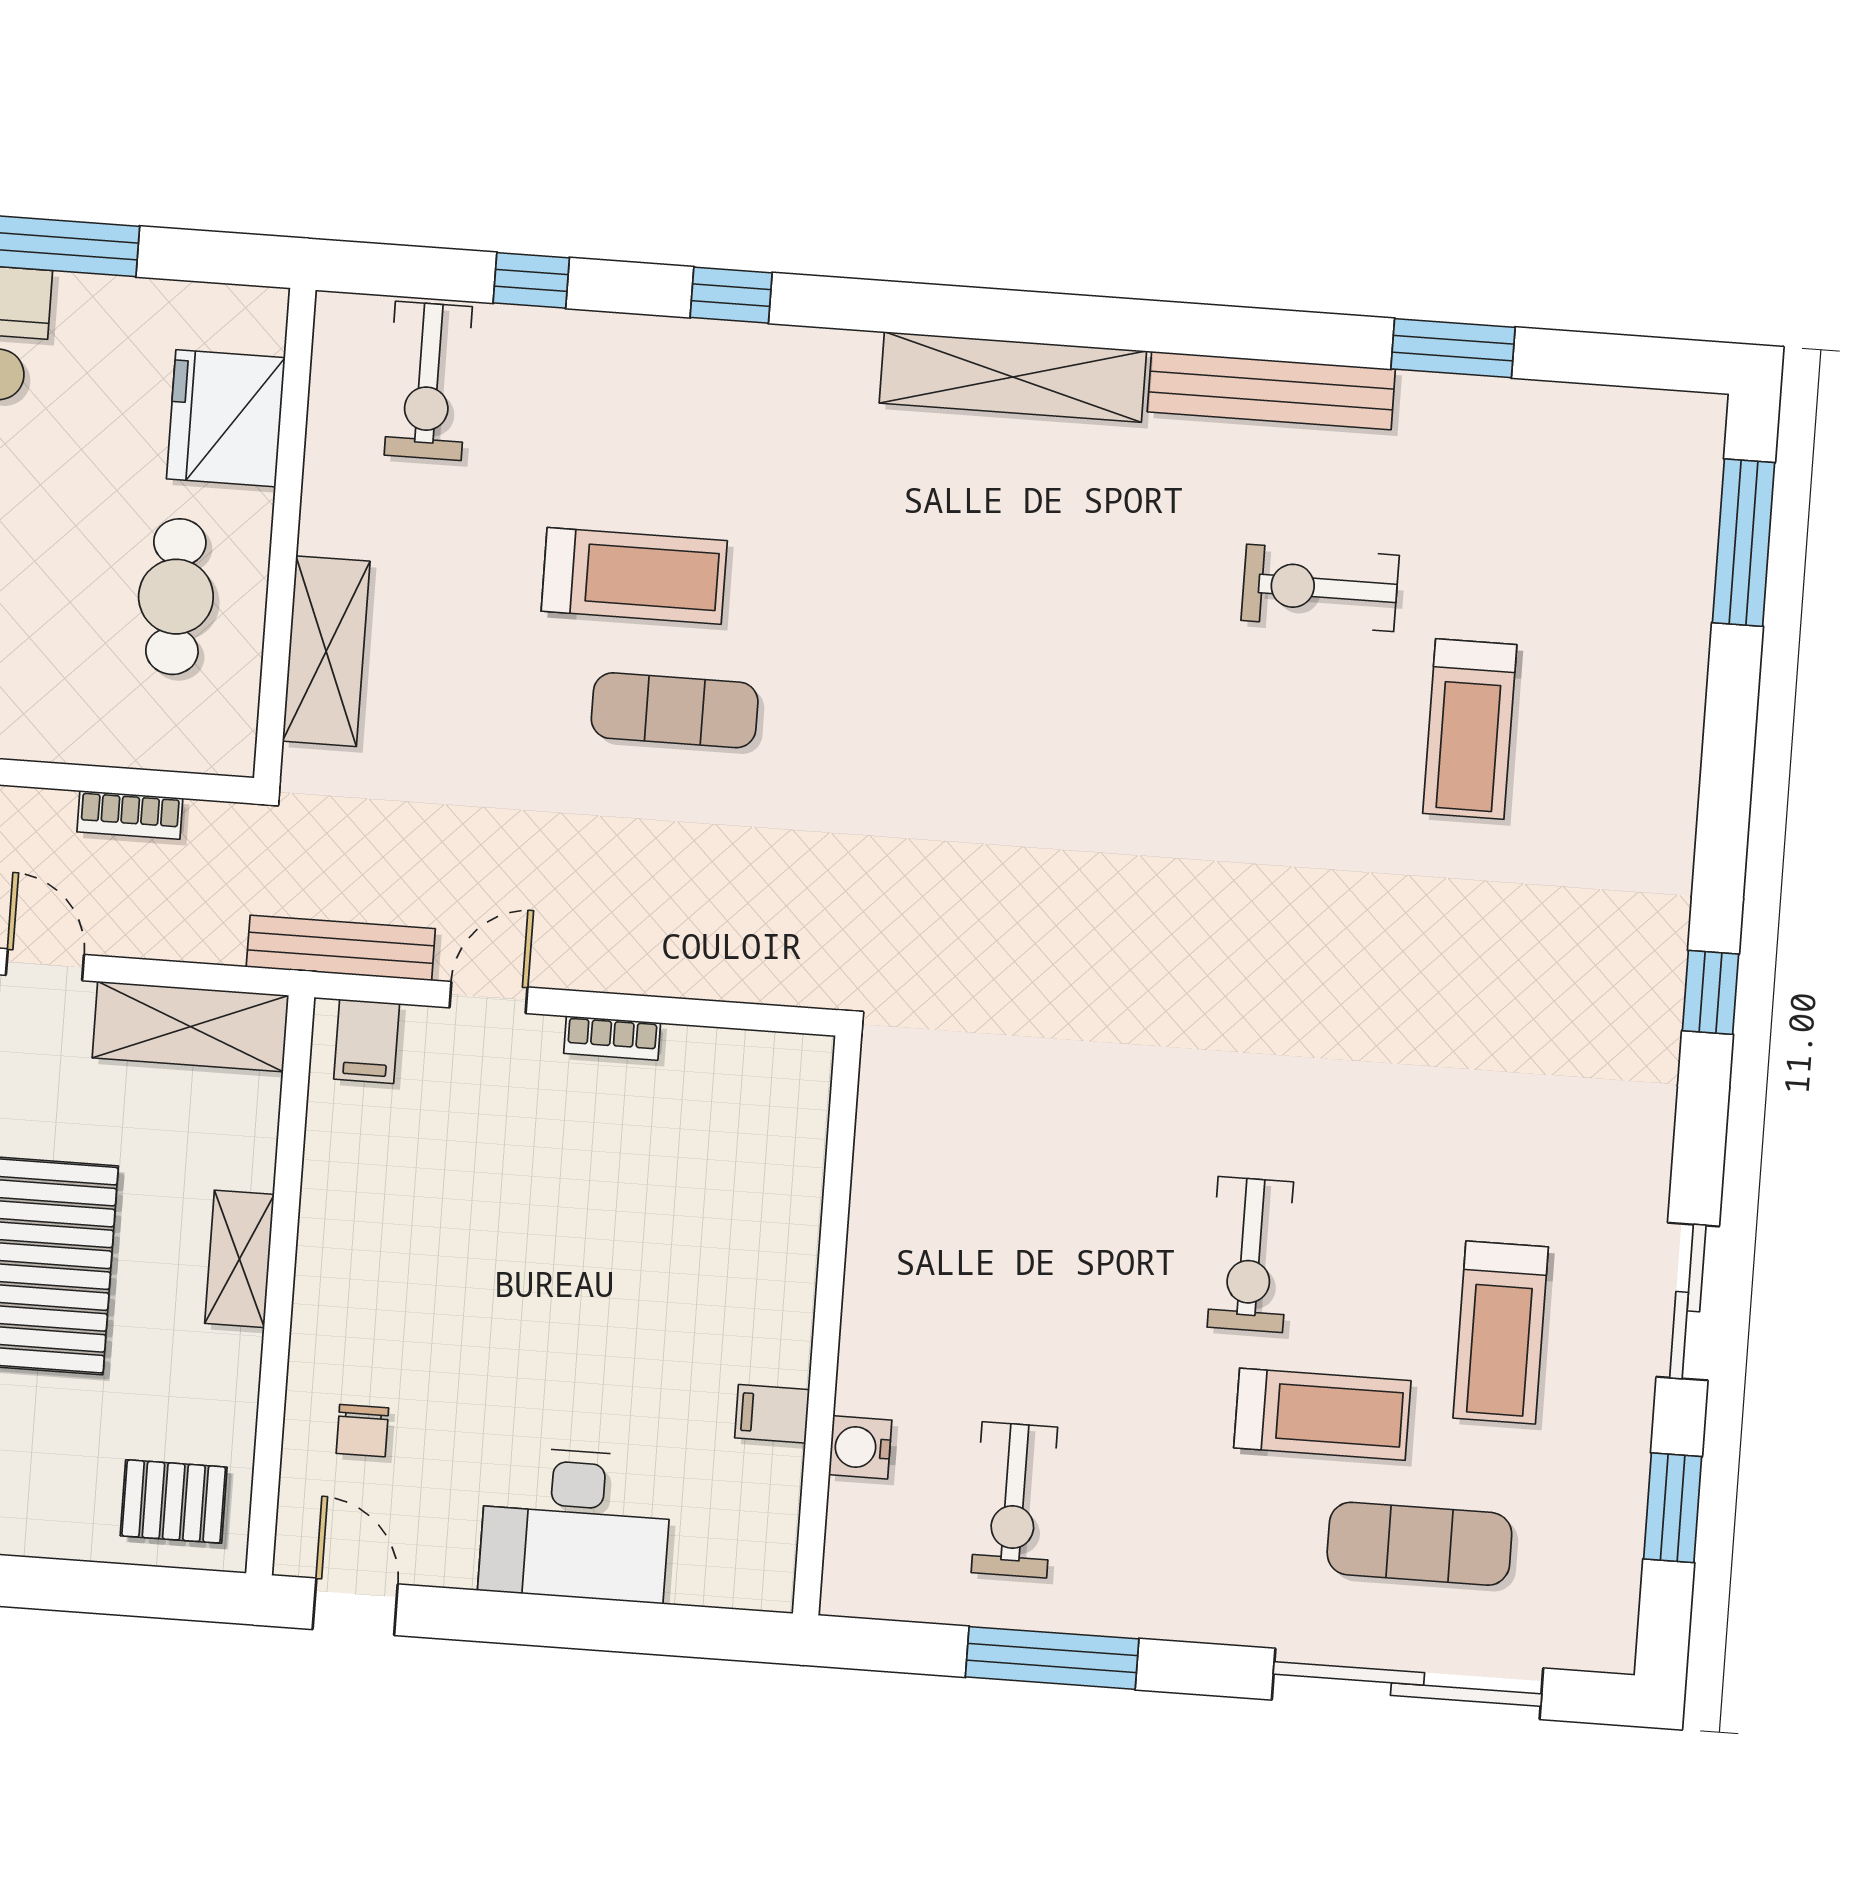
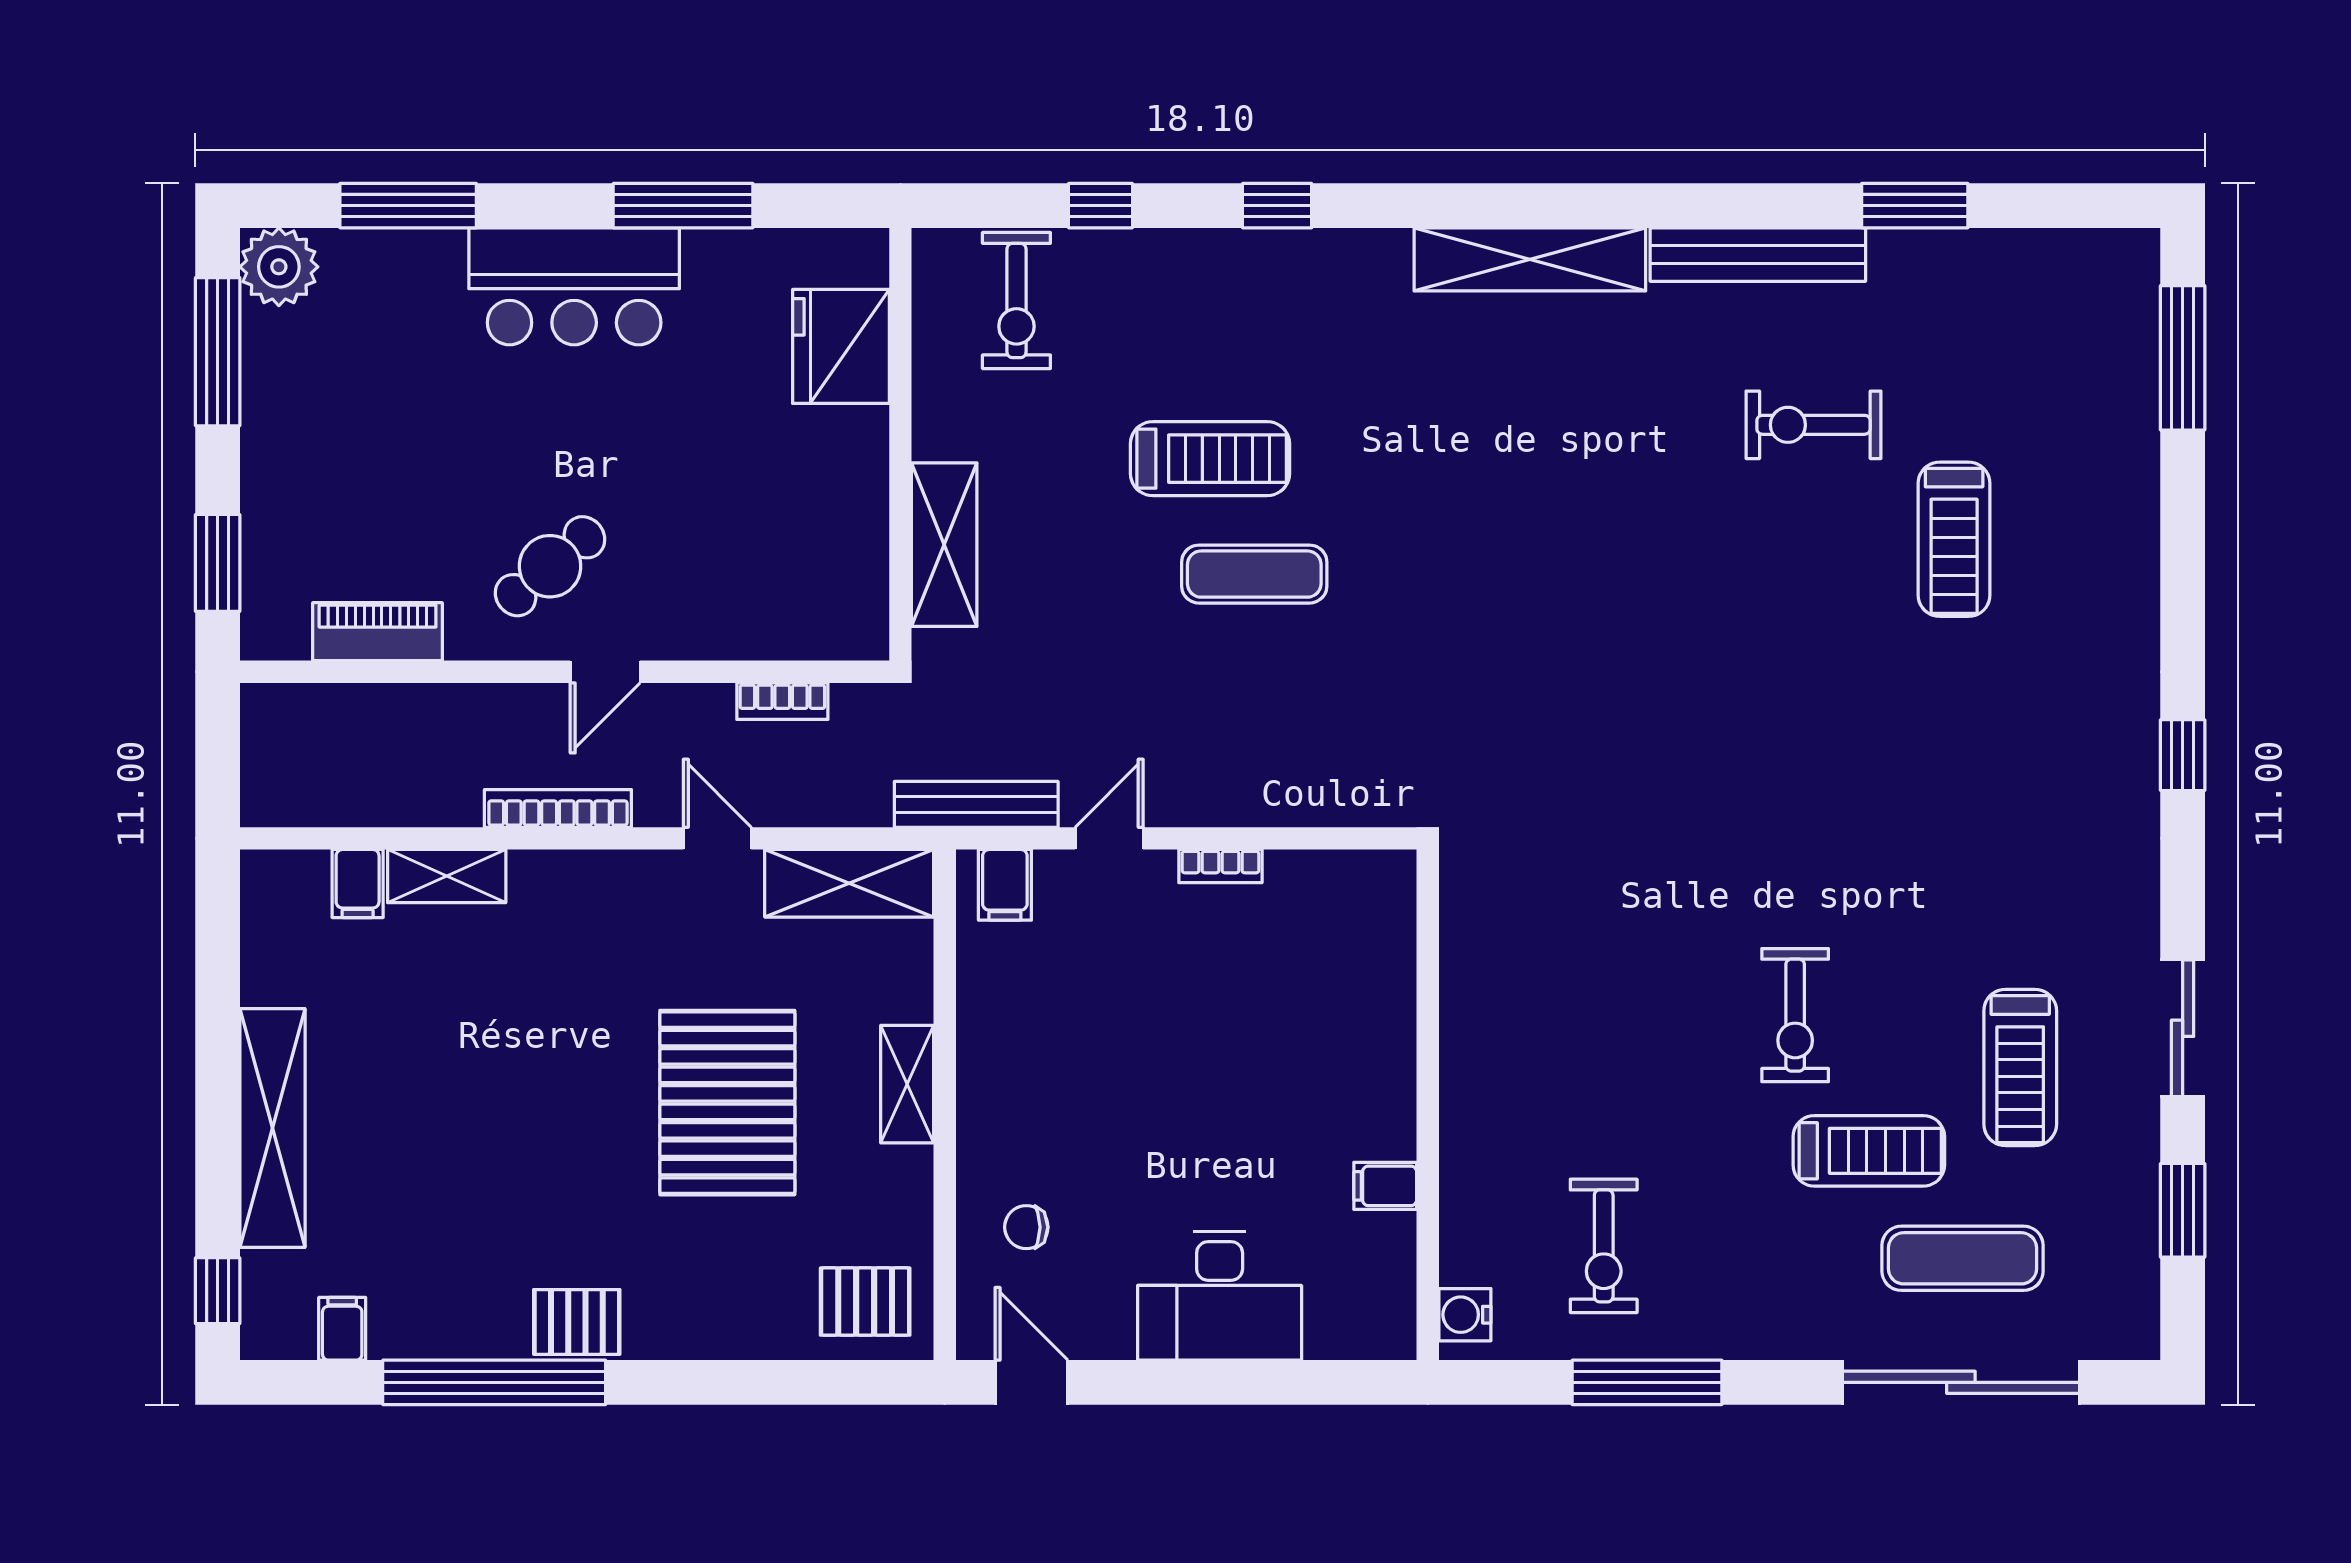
cafe table: (176, 597) -> (809, 506), removed
chair: (362, 1431) -> (1026, 1227), turned 90
water cooler: (860, 1447) -> (1465, 1315), moved

